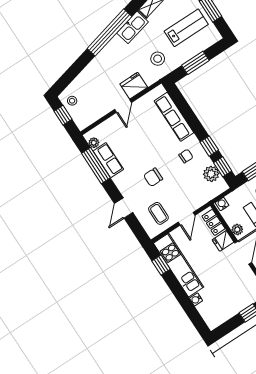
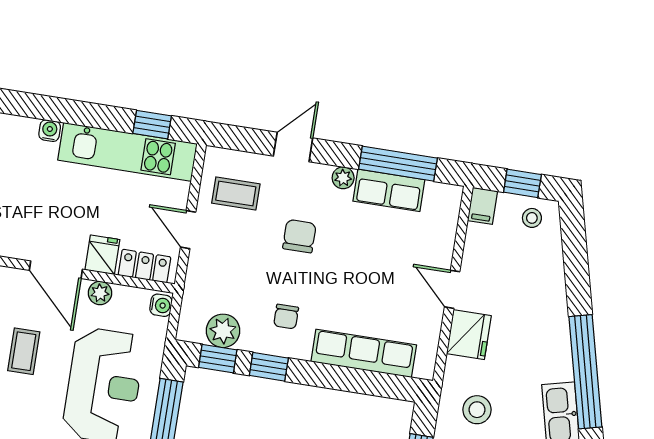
filing cabinet: (84, 122) -> (483, 206), added
plant: (94, 143) -> (343, 178), moved
door: (124, 208) -> (293, 147), hinge flipped

